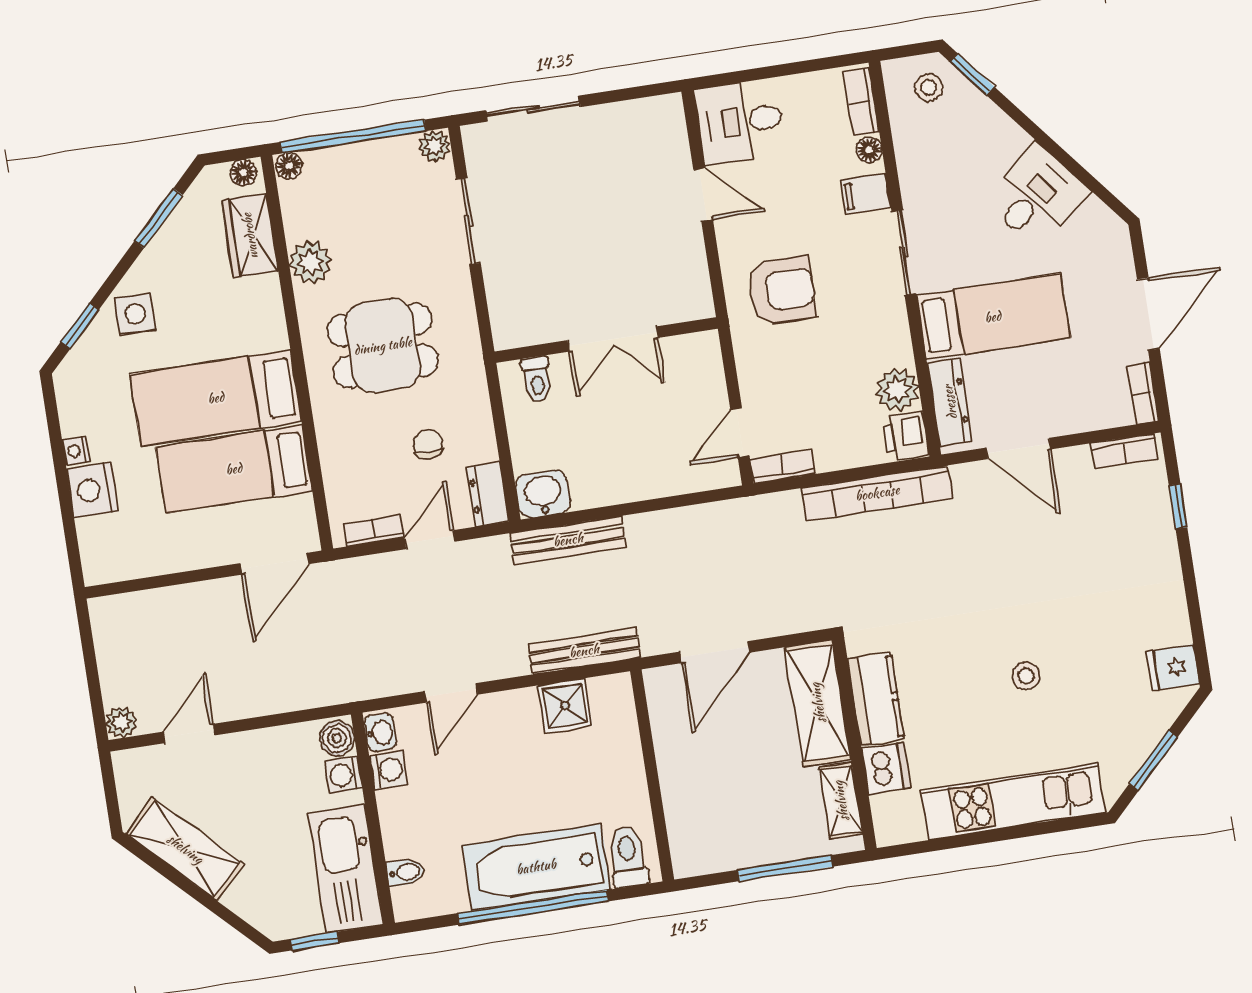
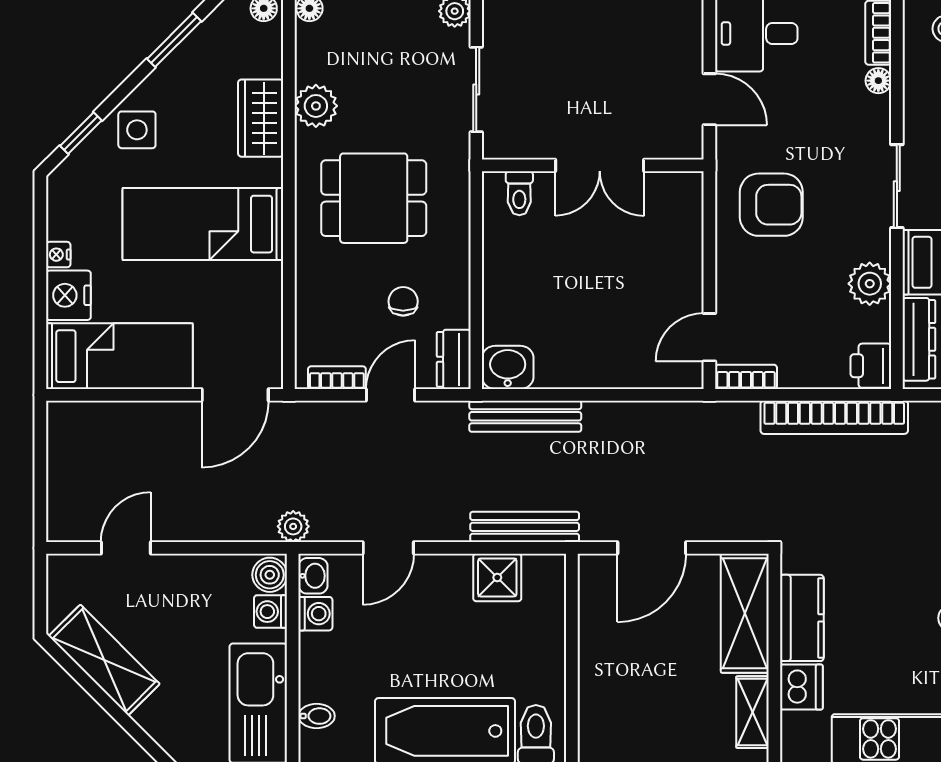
filing cabinet: (865, 194) -> (868, 123), removed
wardrobe: (250, 236) -> (261, 118), moved
double door: (613, 339) -> (600, 165), moved
wall: (606, 340) -> (593, 165), moved
toilet: (537, 379) -> (519, 193), moved
plant: (897, 390) -> (870, 284), moved
bed: (234, 469) -> (119, 356), moved, turned 180
plant: (122, 722) -> (293, 526), moved

